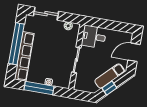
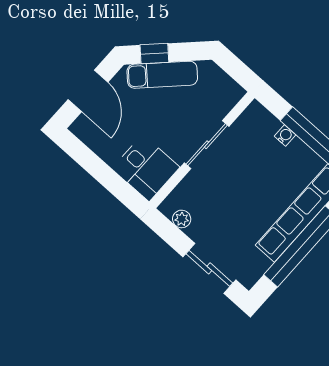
door: (134, 52) -> (88, 91), hinge flipped
window: (109, 88) -> (154, 54), moved

